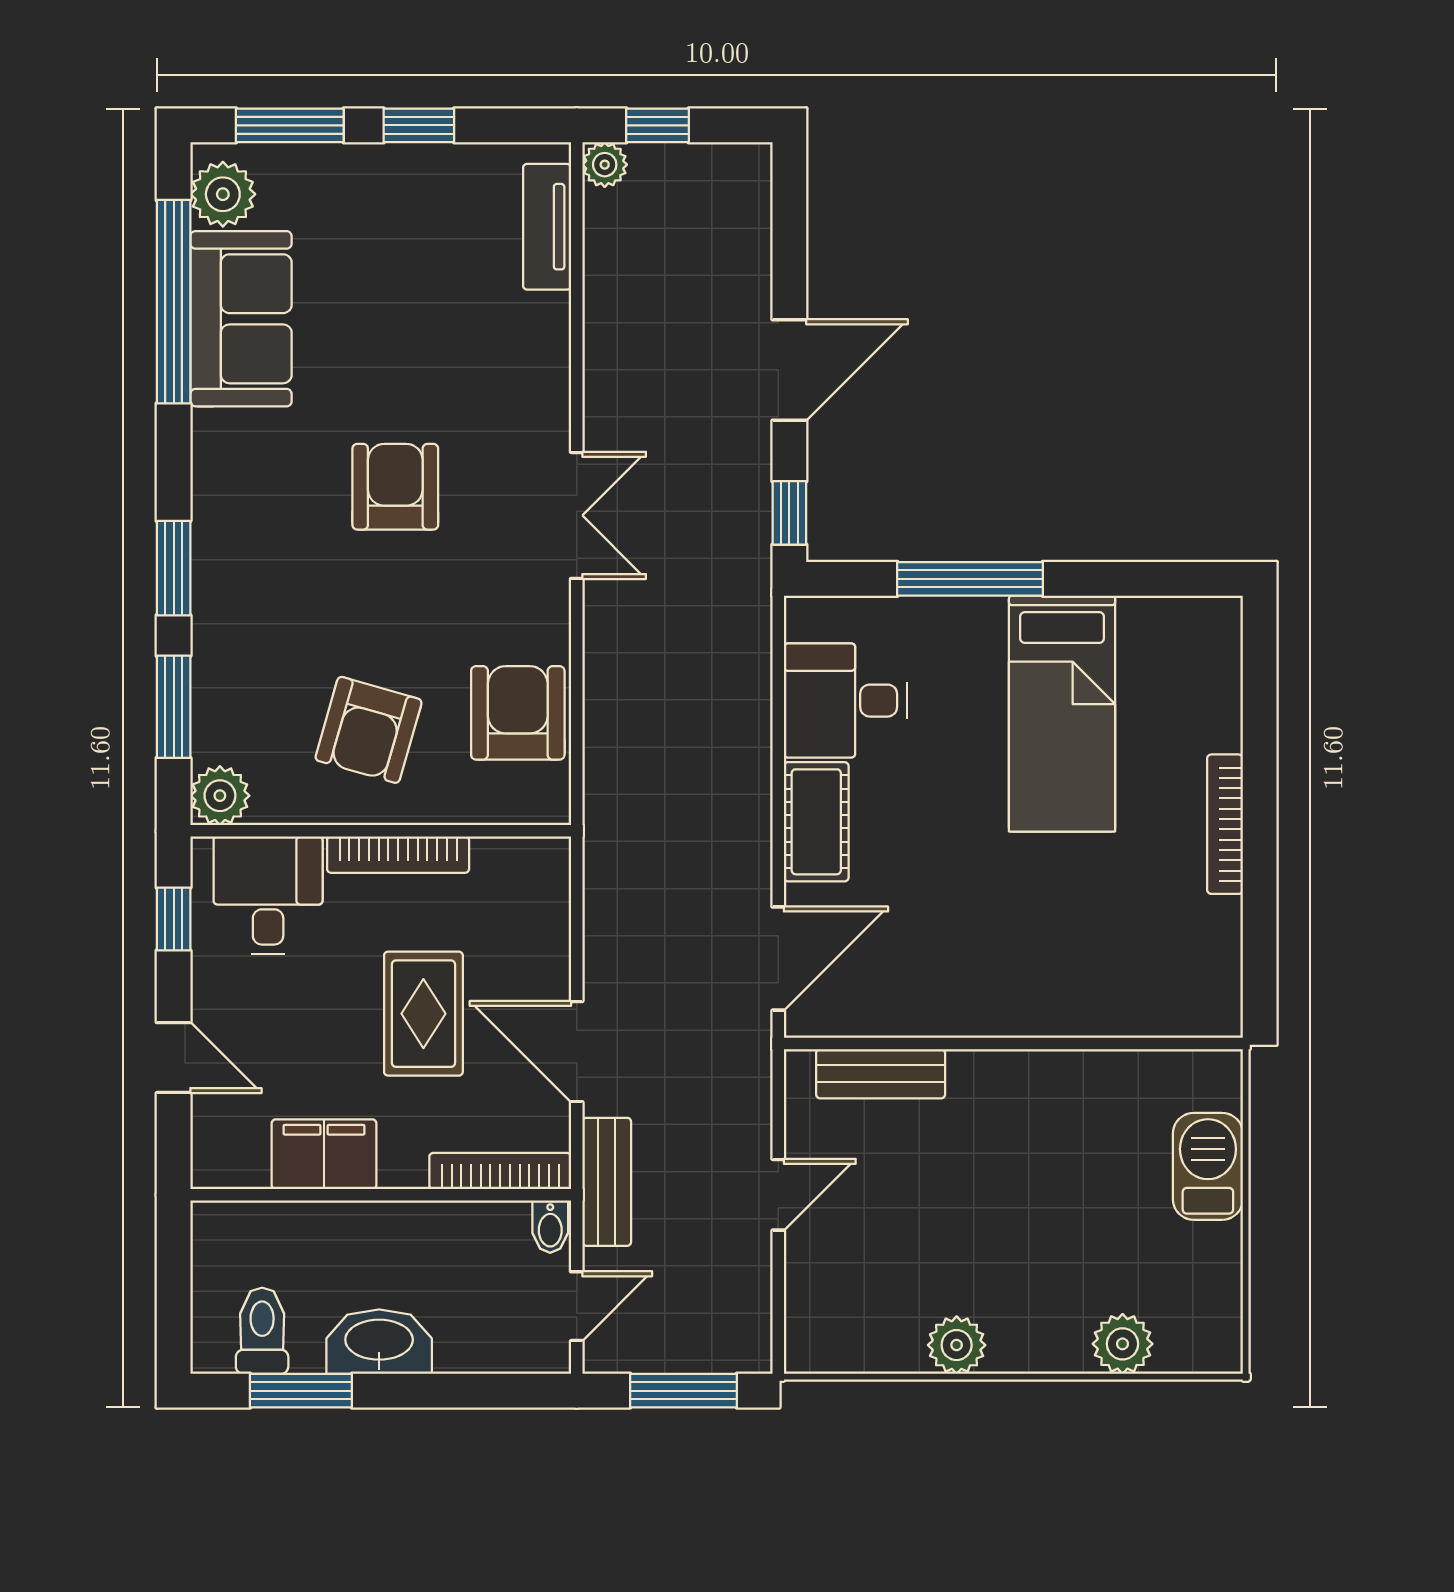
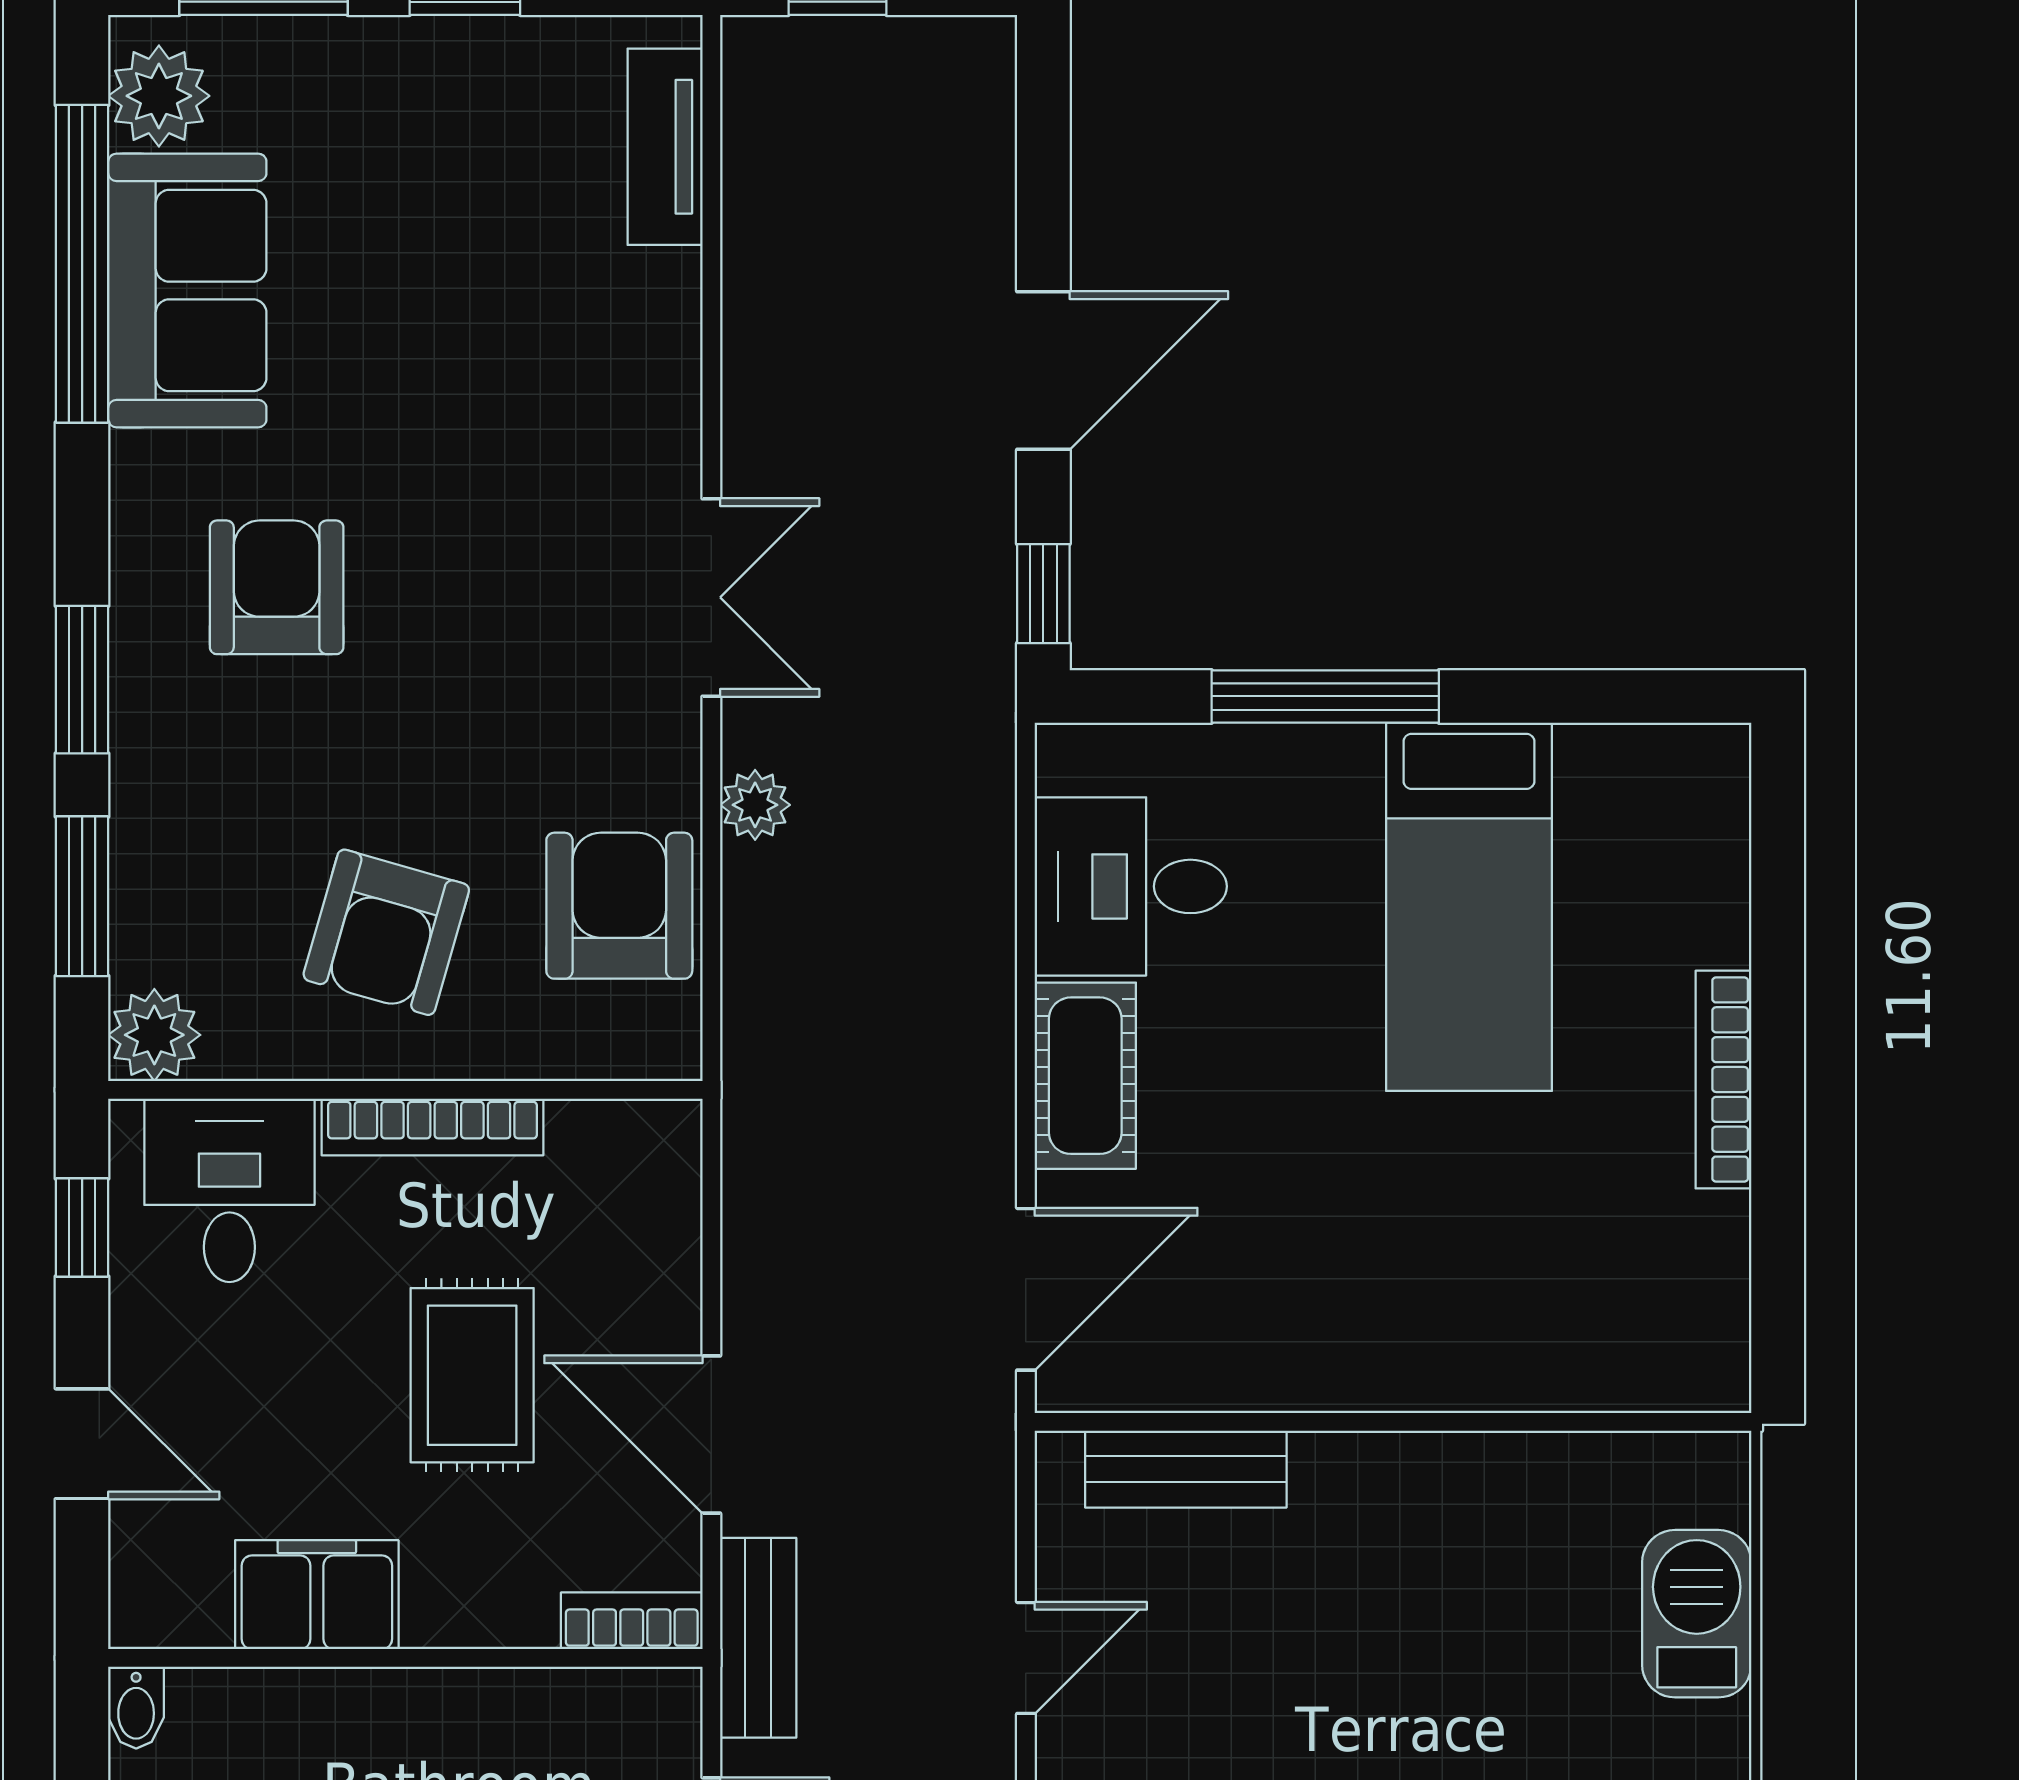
plant: (605, 165) -> (755, 805), moved
armchair: (395, 487) -> (277, 587), moved
bookcase: (500, 1171) -> (632, 1621), width x0.64
bidet: (550, 1227) -> (136, 1708), moved

